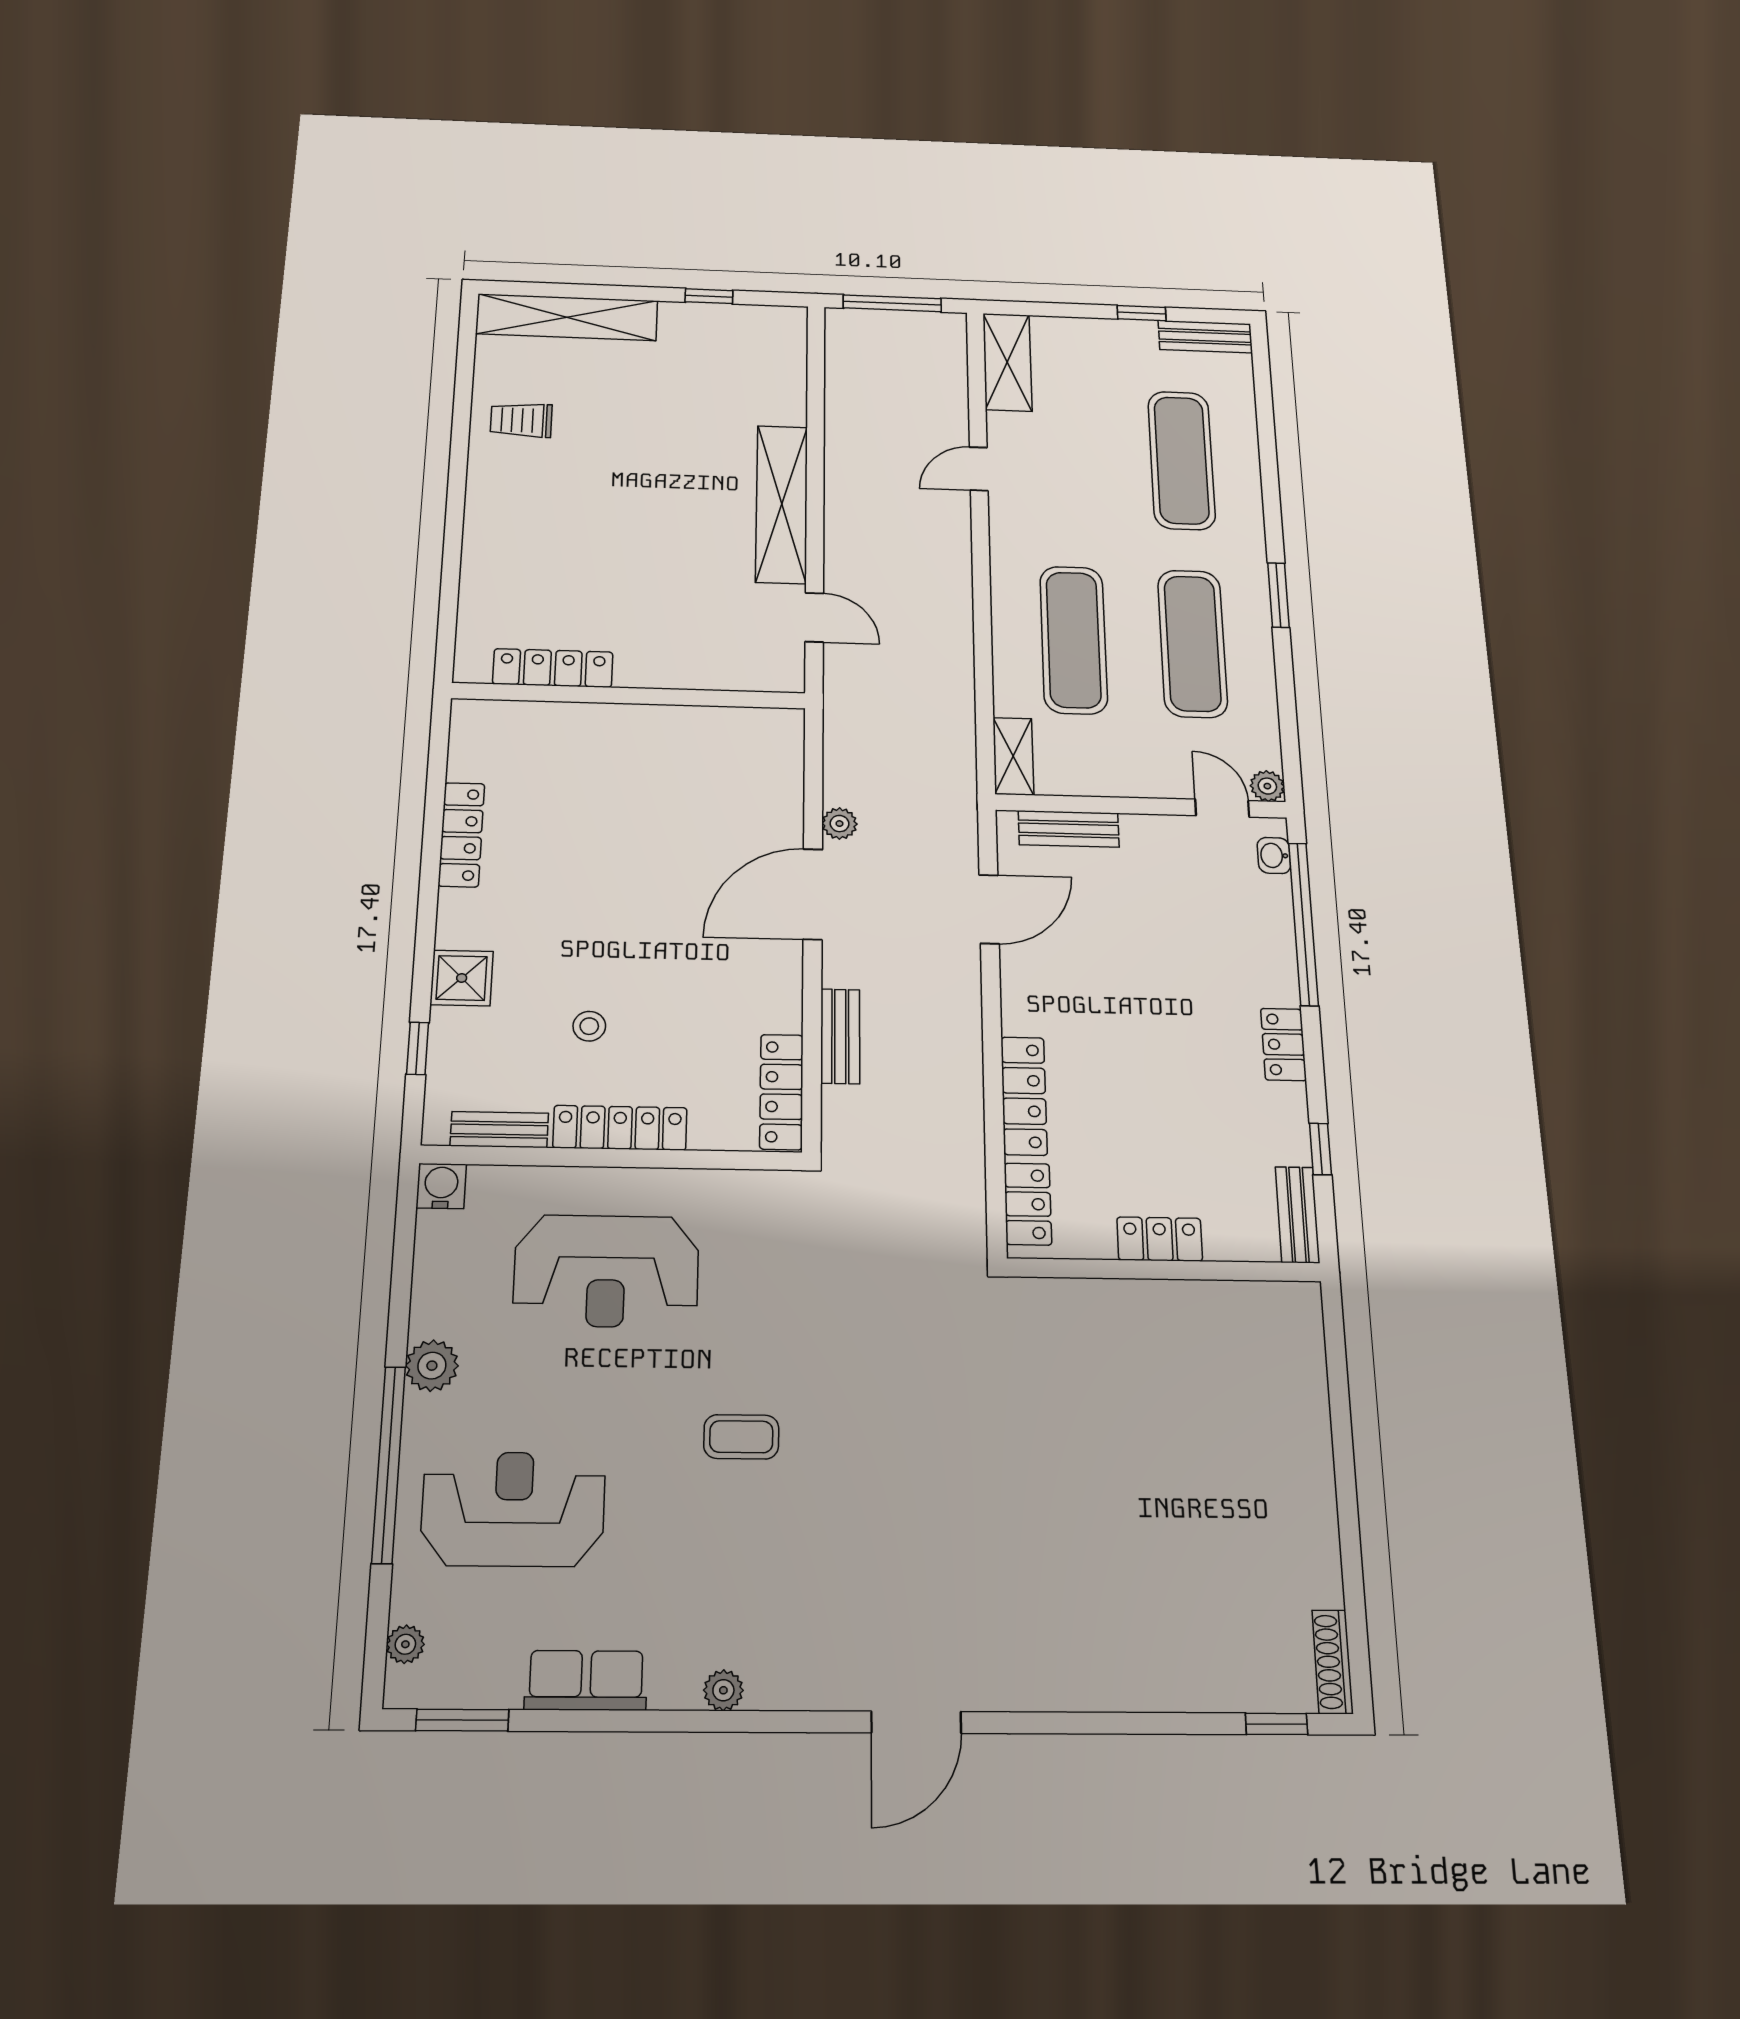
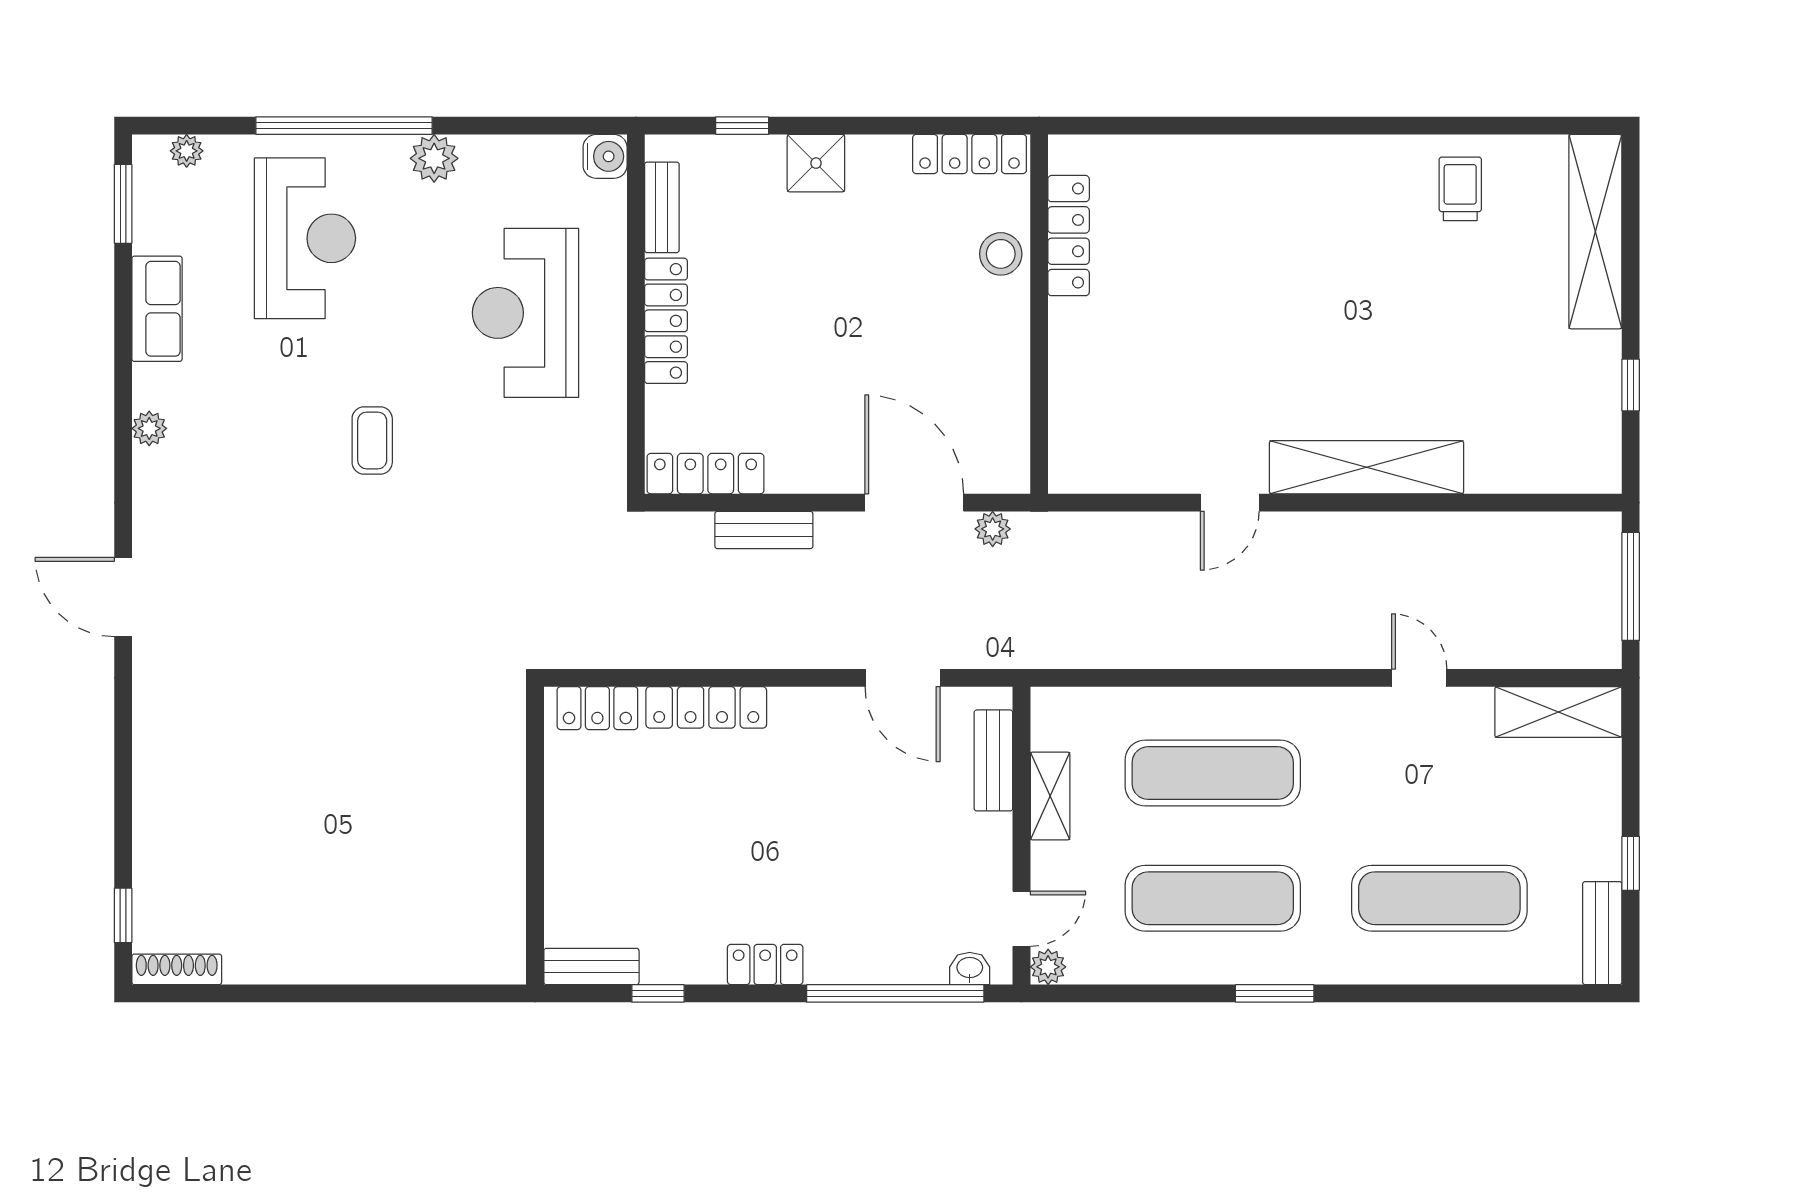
locker: (553, 668) -> (1069, 236), moved
wall: (629, 696) -> (1039, 314), moved
shelving: (1013, 756) -> (1050, 796), moved, turned 90
stool: (589, 1026) -> (1001, 254), moved, width x1.37, depth x1.37
locker: (1160, 1239) -> (565, 833), removed

